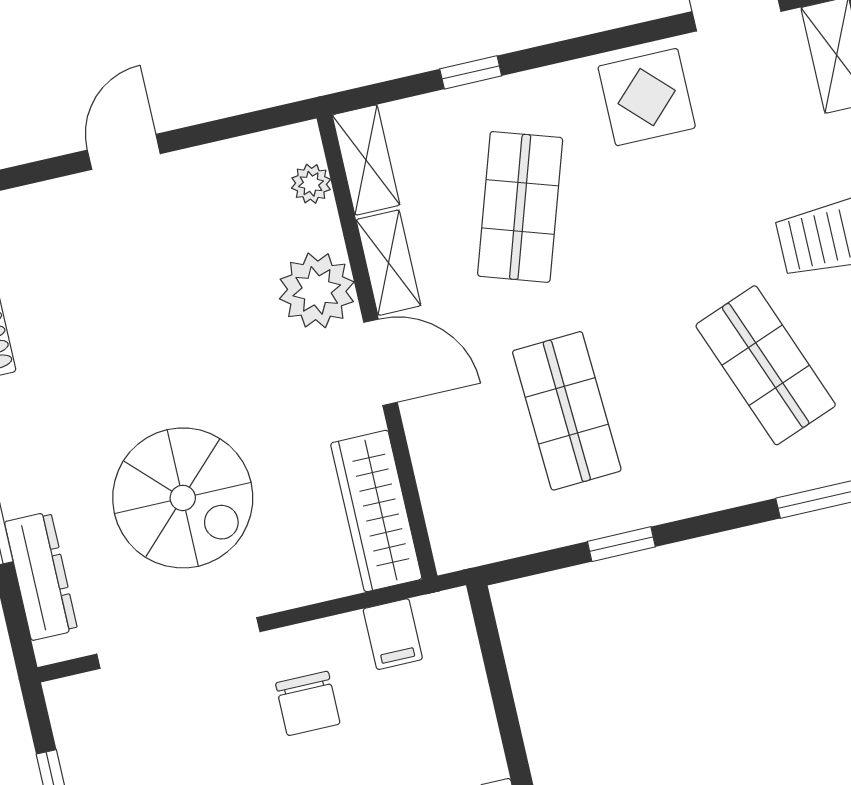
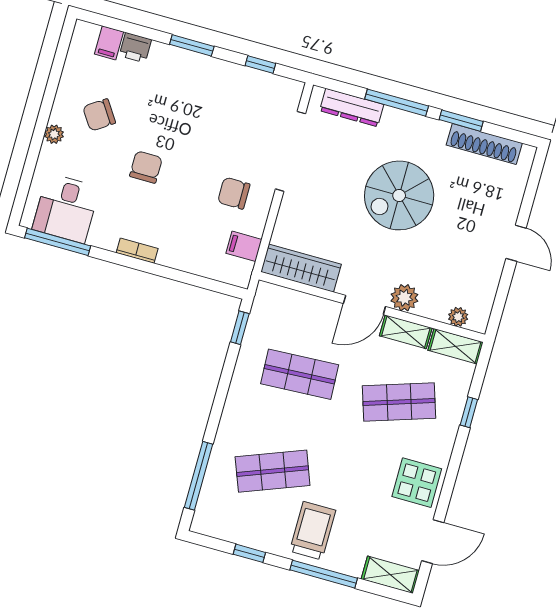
shop shelf: (520, 207) -> (399, 402), turned -36
plant: (317, 290) -> (404, 298), width x0.73, depth x0.73
spiral stairs: (183, 498) -> (399, 195), moved
window: (621, 544) -> (240, 328), moved

